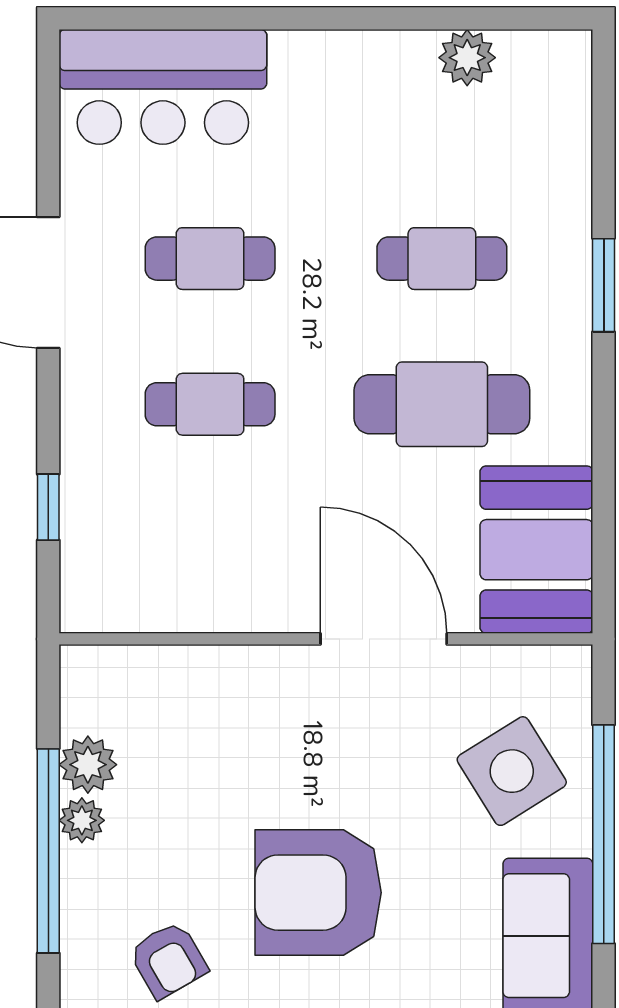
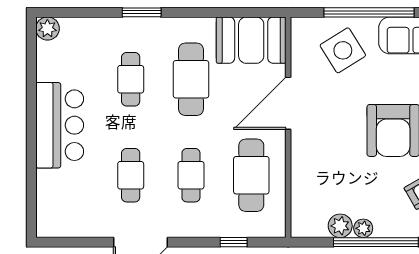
plant: (467, 58) -> (47, 29), moved
bar counter: (163, 87) -> (60, 125), moved
cafe table: (210, 550) -> (251, 175), added

